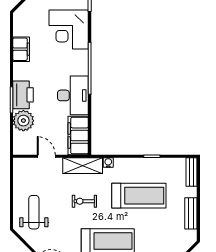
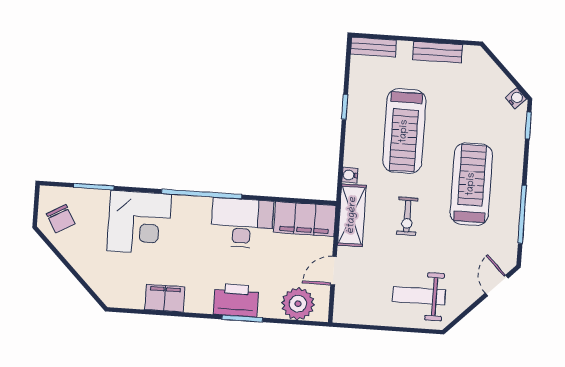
plant: (23, 121) -> (298, 304), moved
treadmill: (139, 196) -> (404, 131), turned 180

